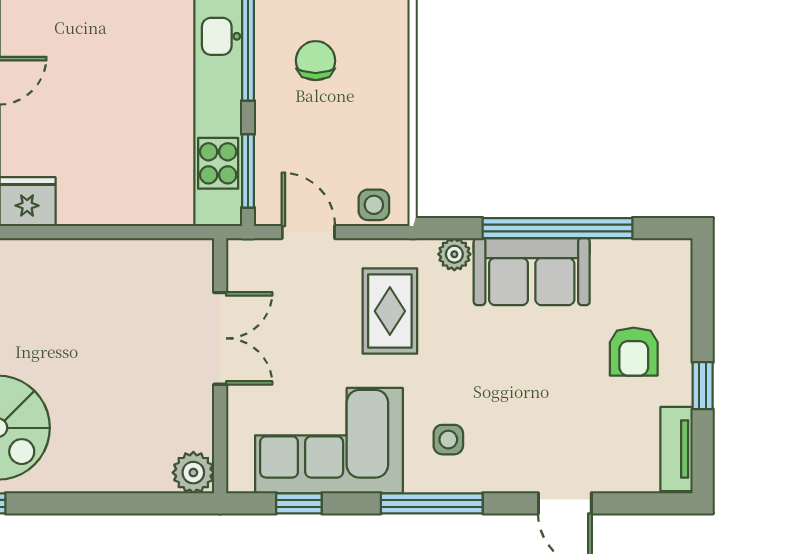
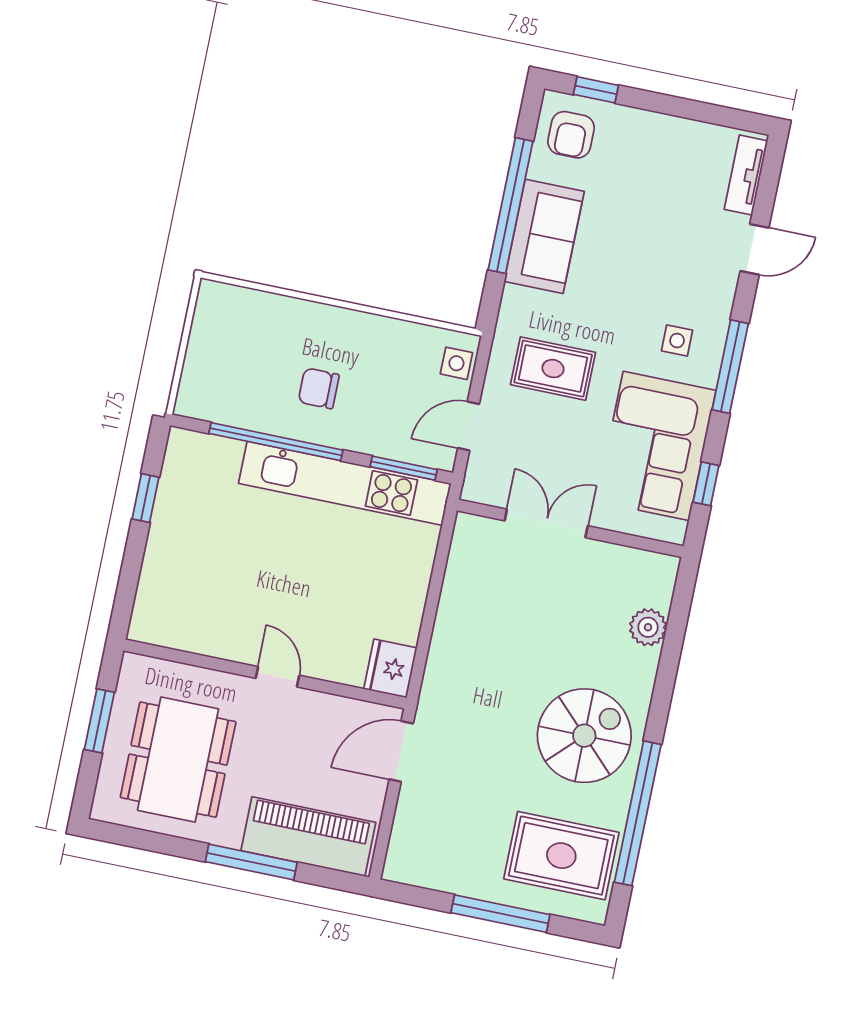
plant: (454, 254) -> (515, 301), removed
armchair: (634, 352) -> (571, 135), moved, turned 90
window: (703, 386) -> (596, 90), moved
tv unit: (677, 449) -> (746, 175), moved, turned 90
plant: (193, 473) -> (648, 627), moved

